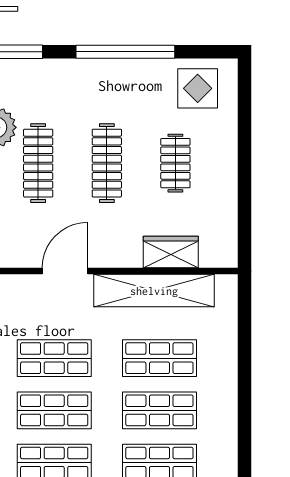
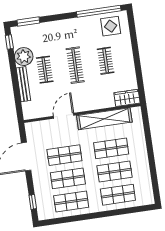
window: (125, 52) -> (99, 11), moved
clothes rail: (38, 163) -> (45, 70), width x0.73
wardrobe: (171, 252) -> (127, 98), moved

